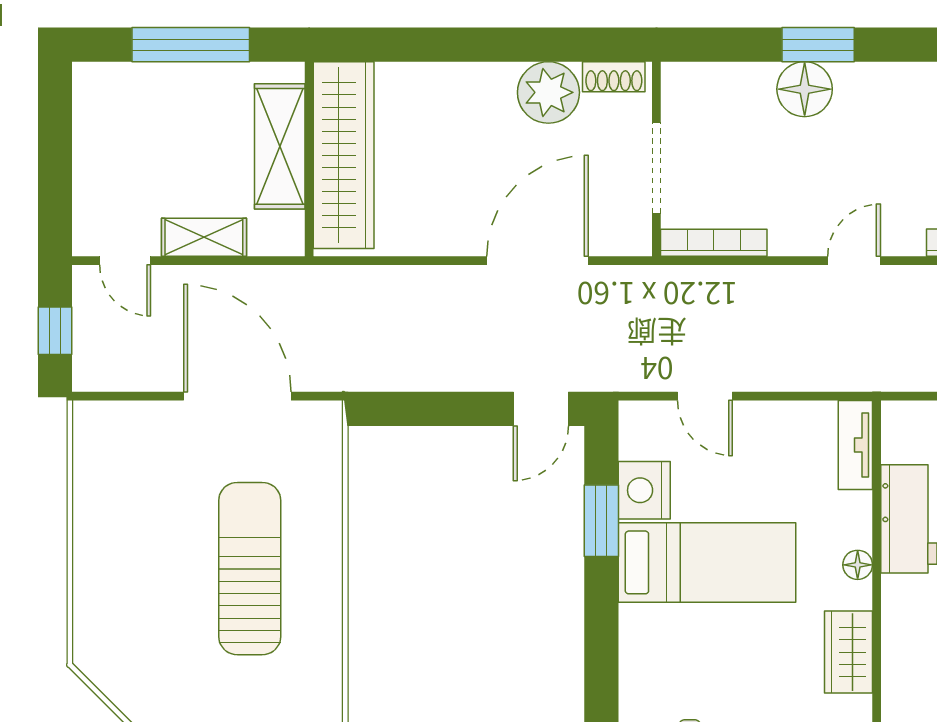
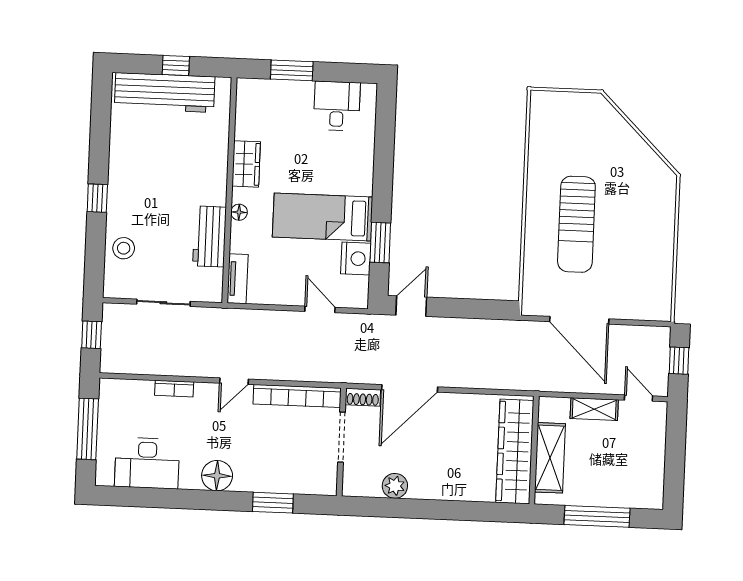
window: (818, 45) -> (273, 503), moved
shoe rack: (614, 77) -> (363, 397), moved, turned 180
floor lamp: (805, 89) -> (217, 476), moved
plant: (548, 92) -> (395, 486), width x0.73, depth x0.73
bookcase: (714, 243) -> (297, 396), width x1.48, depth x1.31

